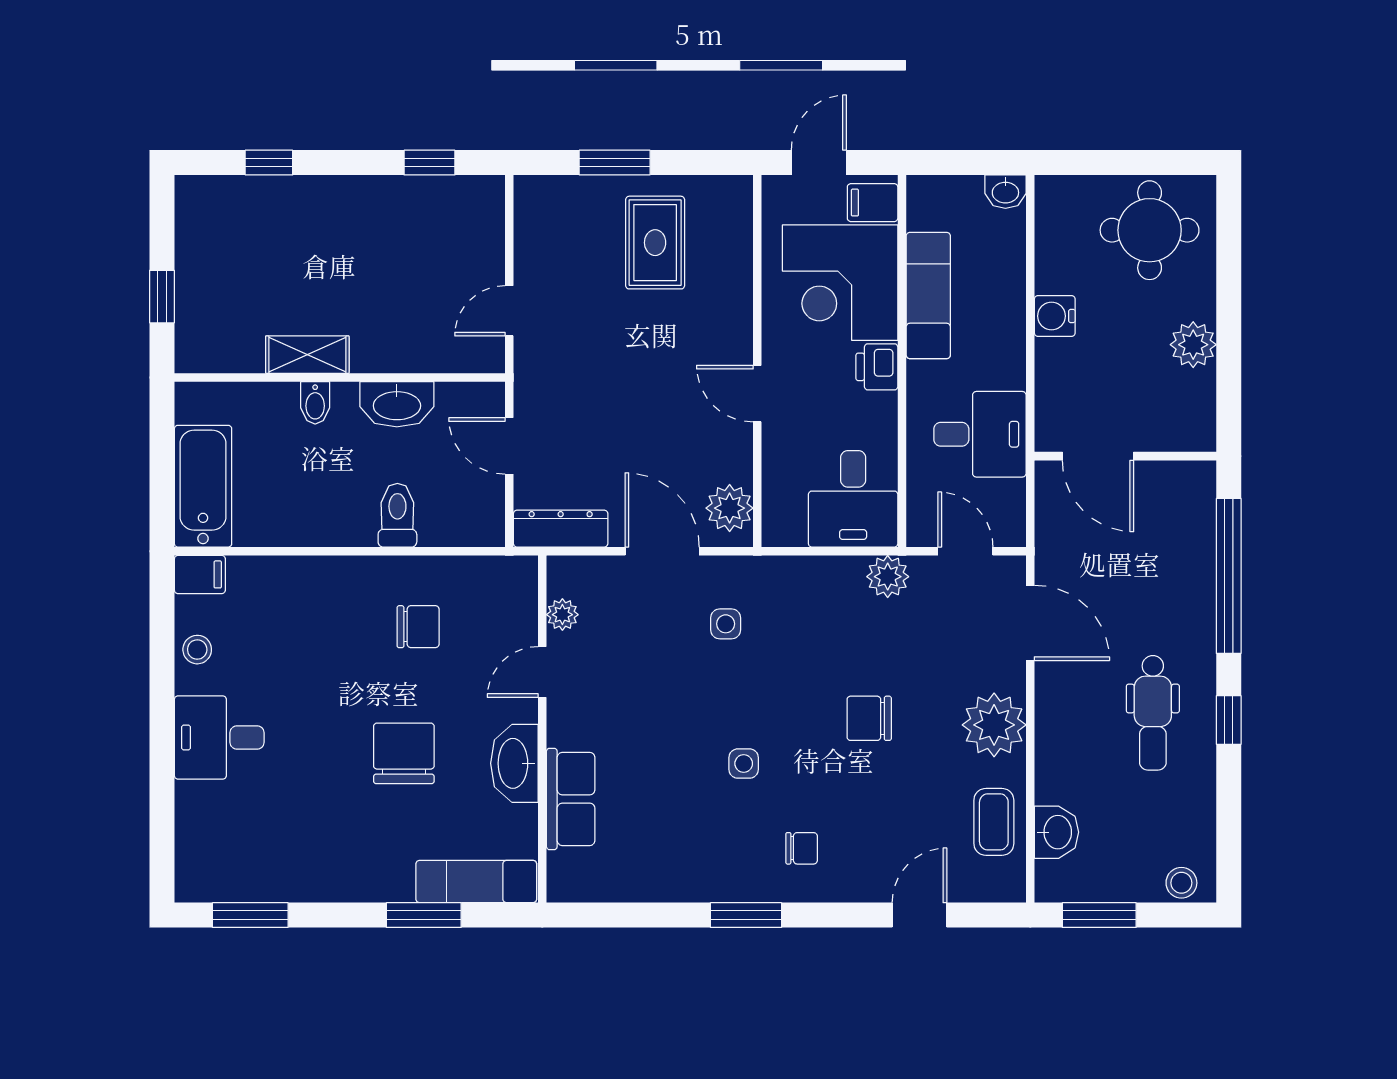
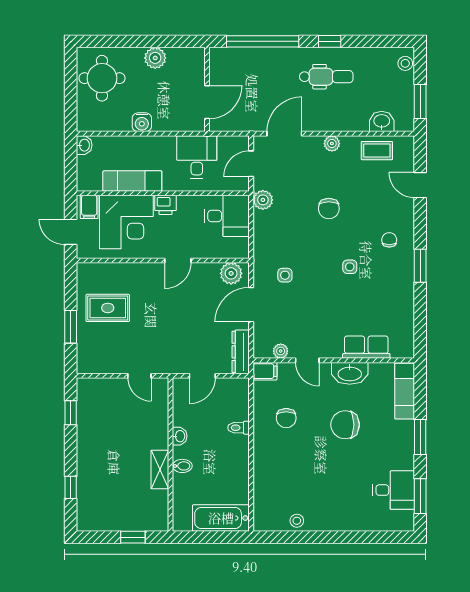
washbasin: (397, 404) -> (180, 436), width x0.52, depth x0.69
toilet: (397, 515) -> (239, 428), width x0.73, depth x0.72
filing cabinet: (200, 574) -> (265, 371), moved, turned 90
chair: (418, 627) -> (286, 418), turned 180
plant: (994, 725) -> (332, 144), width x0.53, depth x0.53
desk: (219, 738) -> (394, 490), moved, turned -90
window: (424, 915) -> (420, 437), moved

